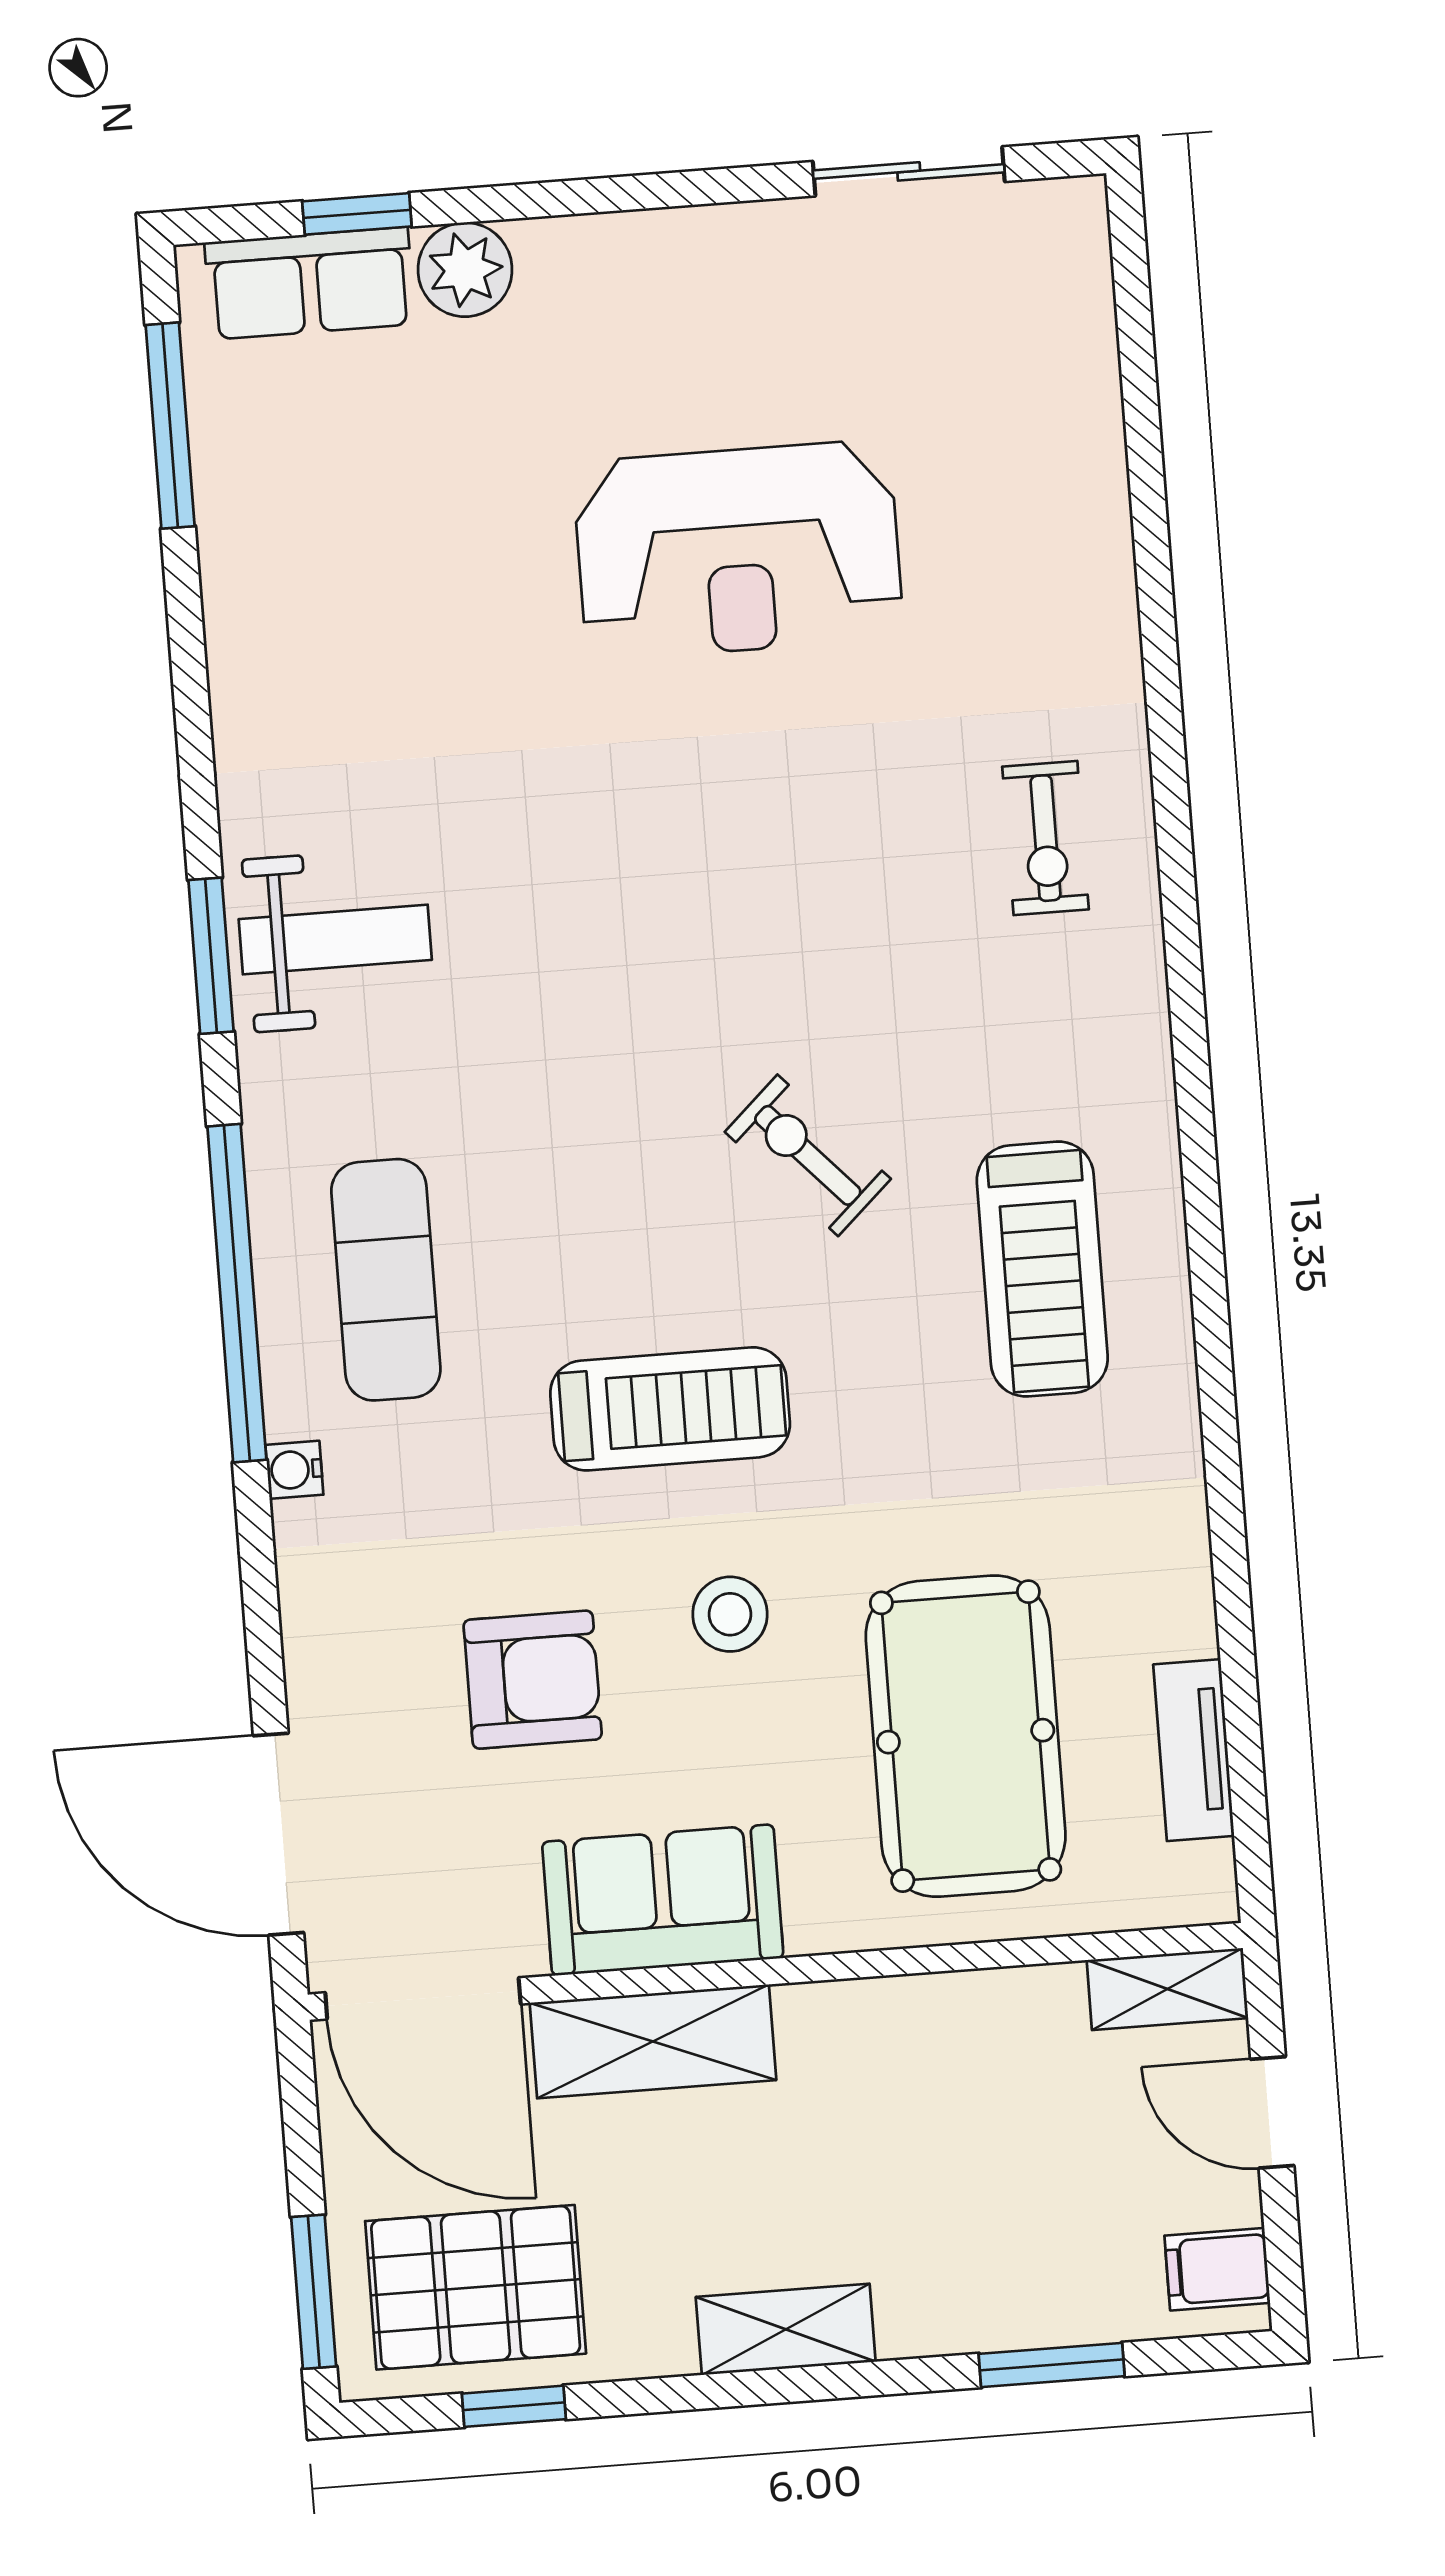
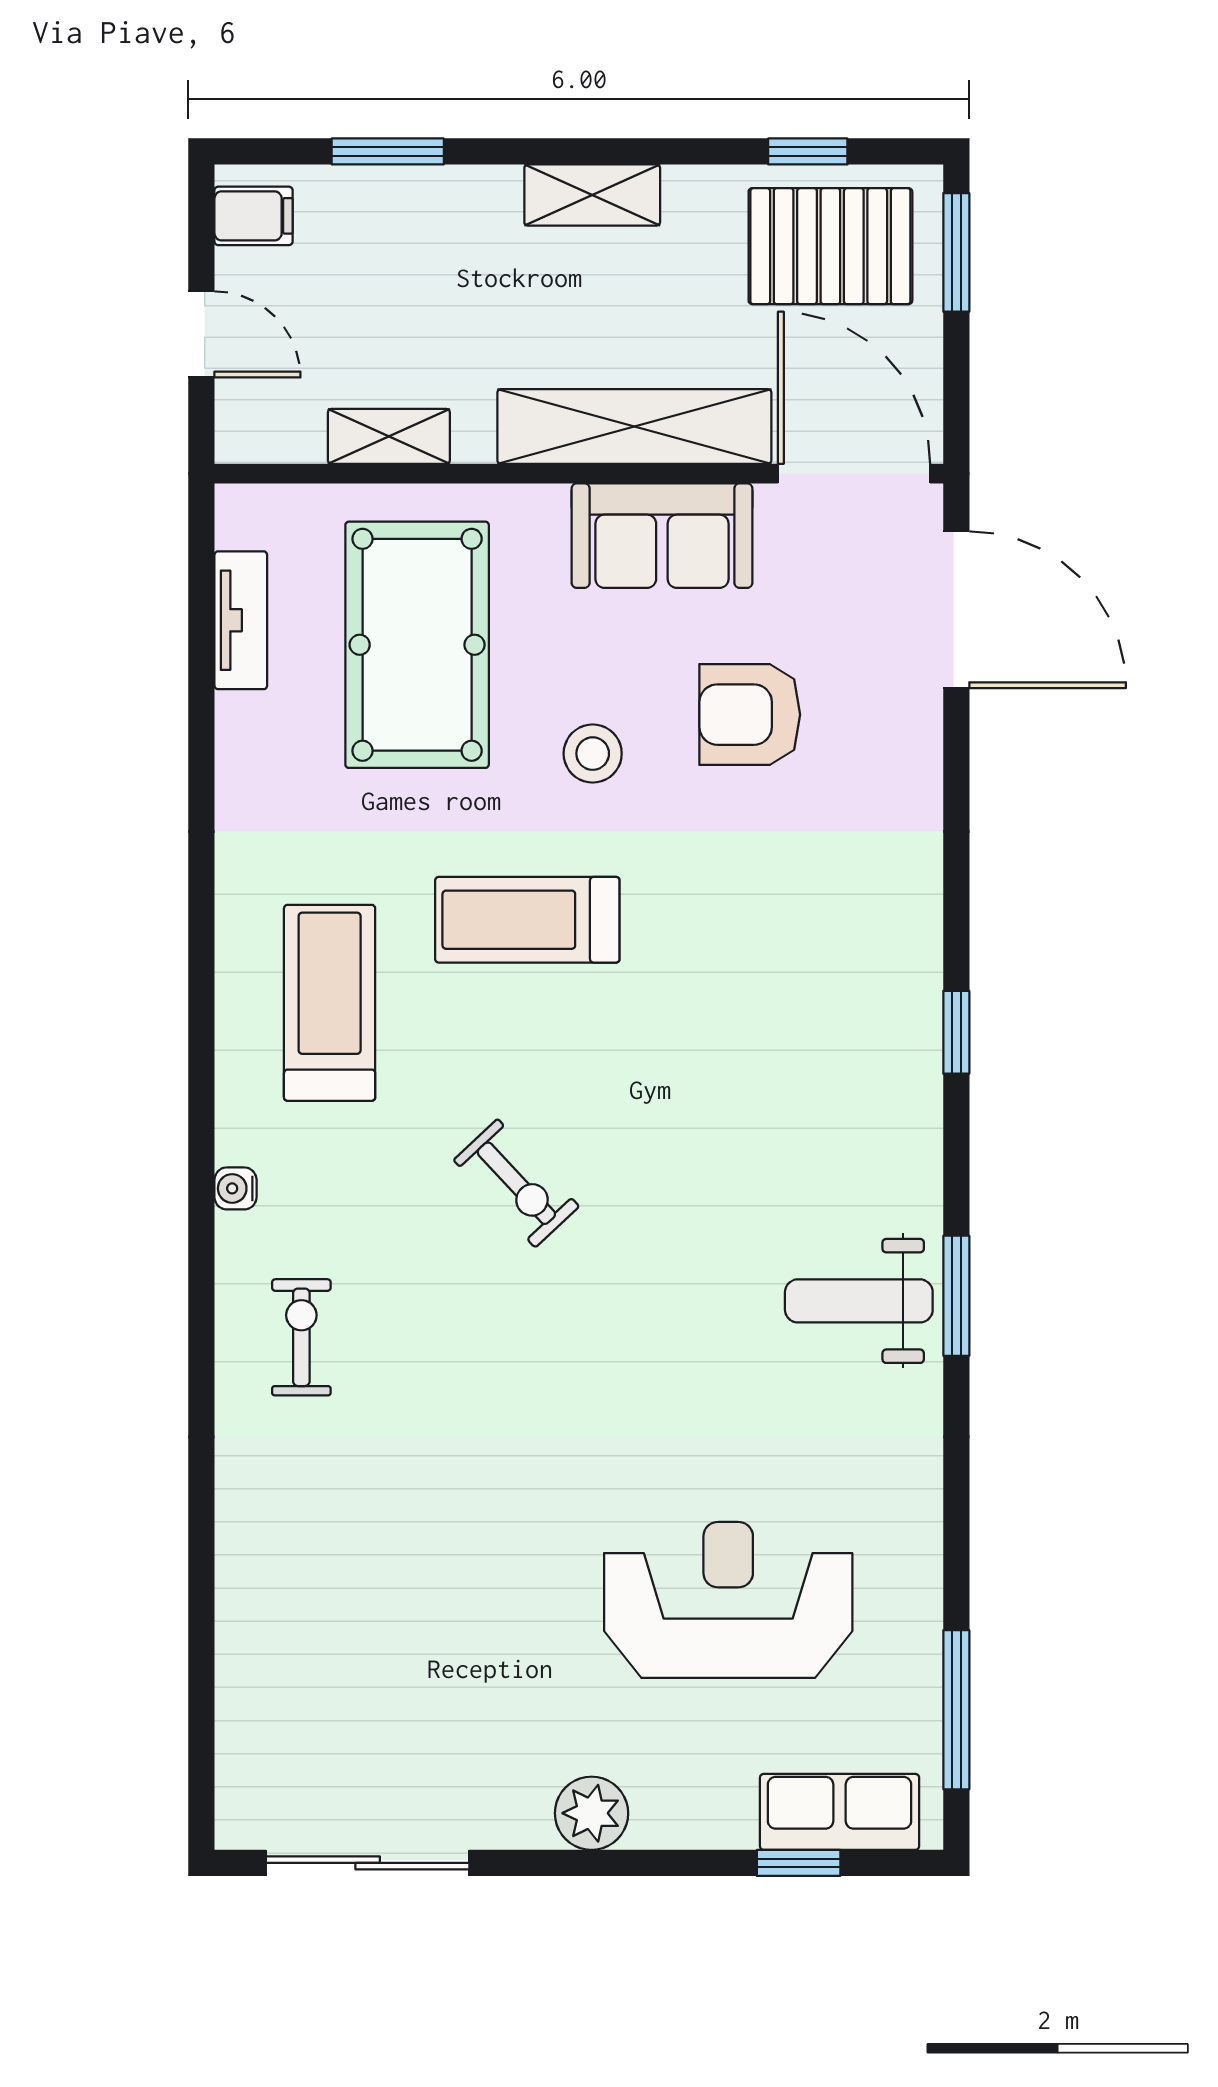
sliding door: (909, 171) -> (368, 1863), width x1.37
plant: (465, 270) -> (592, 1813), moved
reception desk: (738, 550) -> (728, 1600), moved
exercise bike: (808, 1155) -> (516, 1183), moved
exercise mat: (386, 1280) -> (840, 1034), removed
window: (237, 1293) -> (956, 1032), width x0.32
treadmill: (670, 1409) -> (527, 920), moved
water cooler: (294, 1470) -> (236, 1188), moved, turned 180
shelving: (1167, 1989) -> (389, 436), moved
shelving: (653, 2041) -> (634, 426), width x1.47

